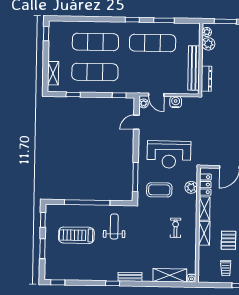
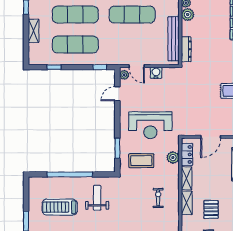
shelving: (53, 73) -> (34, 31), moved
window: (135, 177) -> (117, 148), width x0.69
window: (43, 220) -> (26, 192), removed

